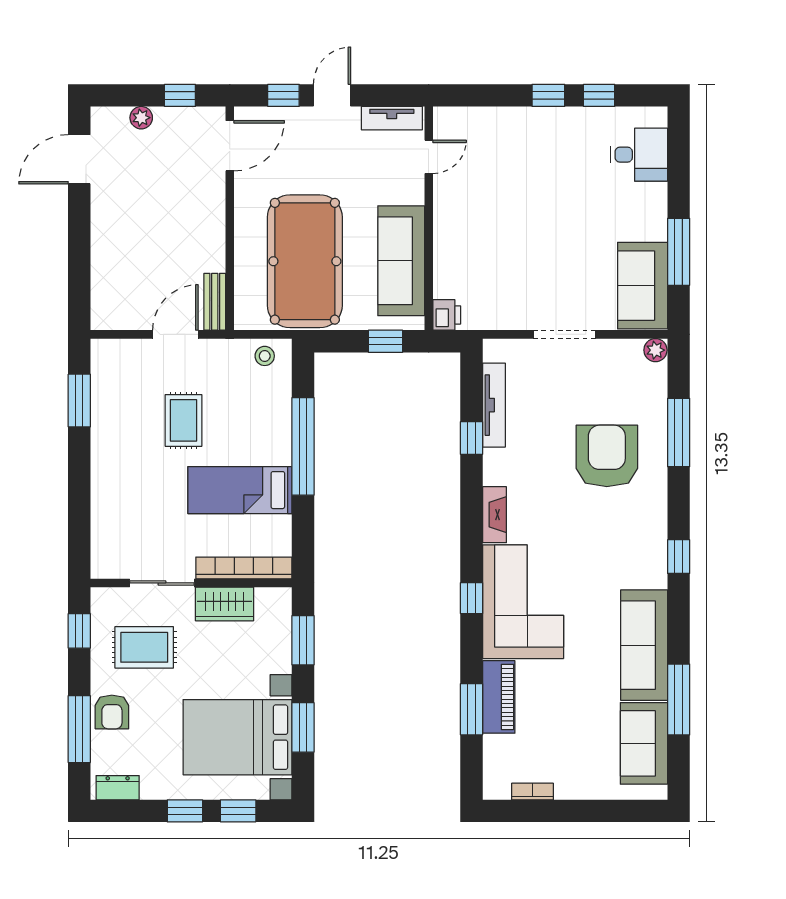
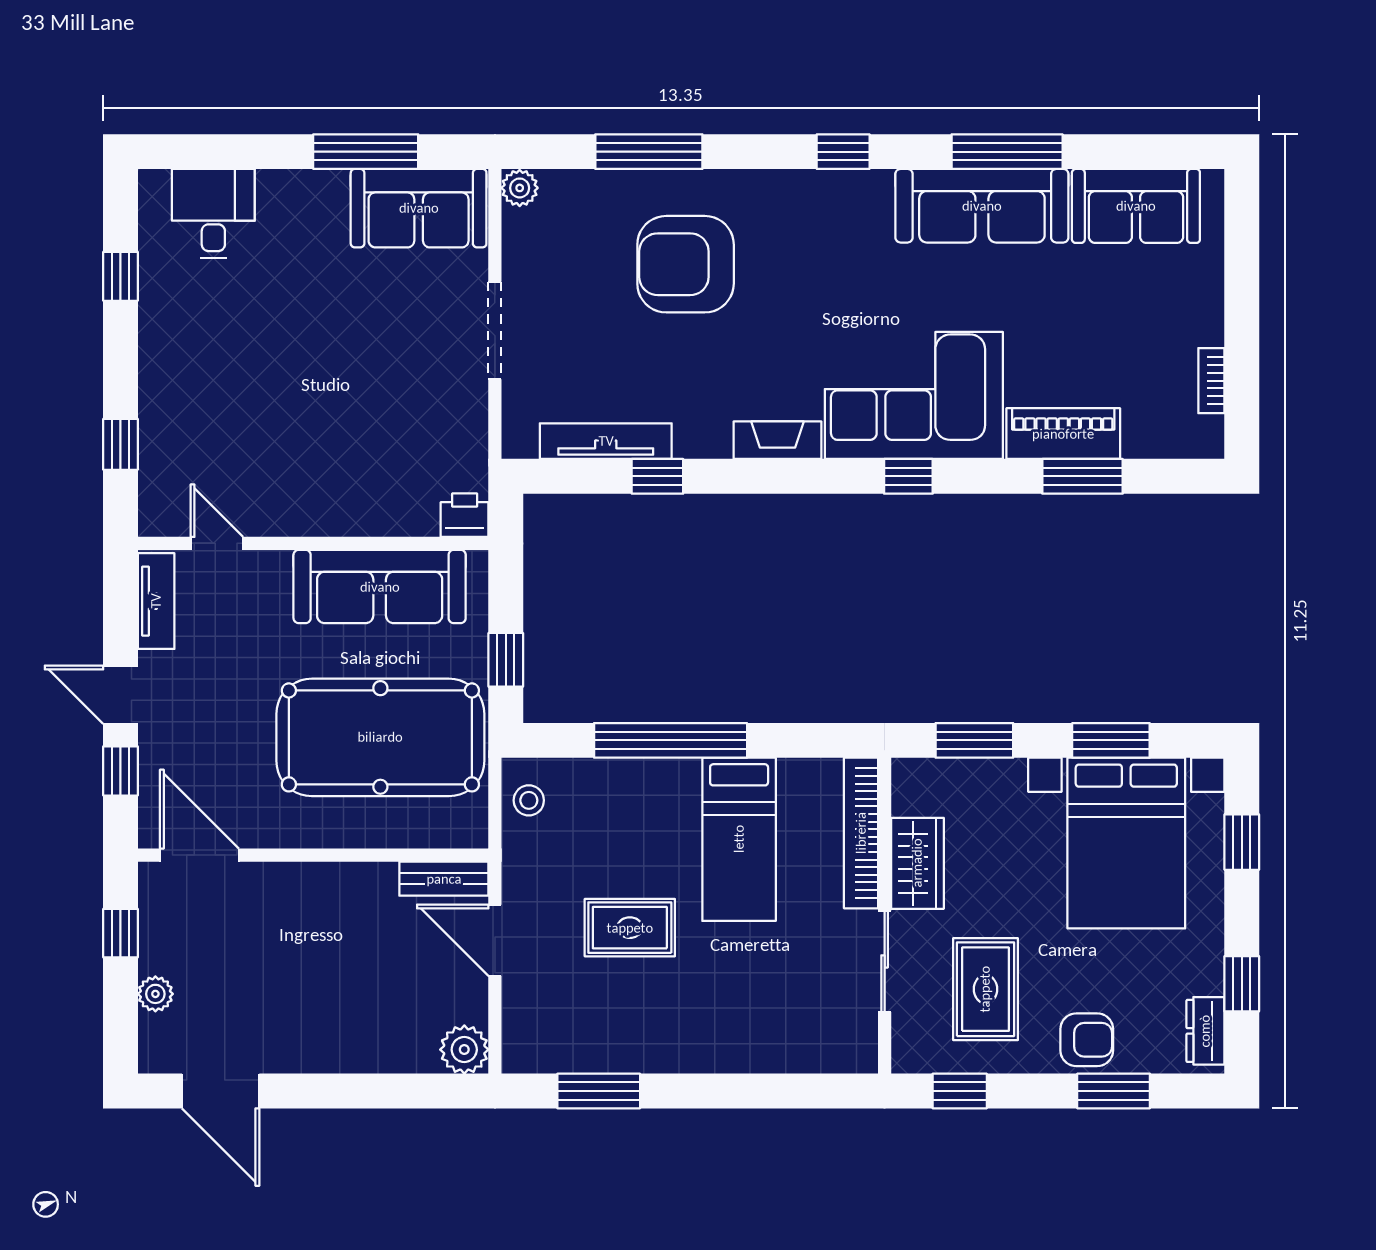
window: (548, 95) -> (120, 444), moved
plant: (106, 315) -> (464, 1050), added
window: (385, 341) -> (506, 660), moved
window: (679, 699) -> (1007, 152), moved
window: (79, 729) -> (1114, 1091), width x0.69
window: (185, 811) -> (1242, 984), moved

